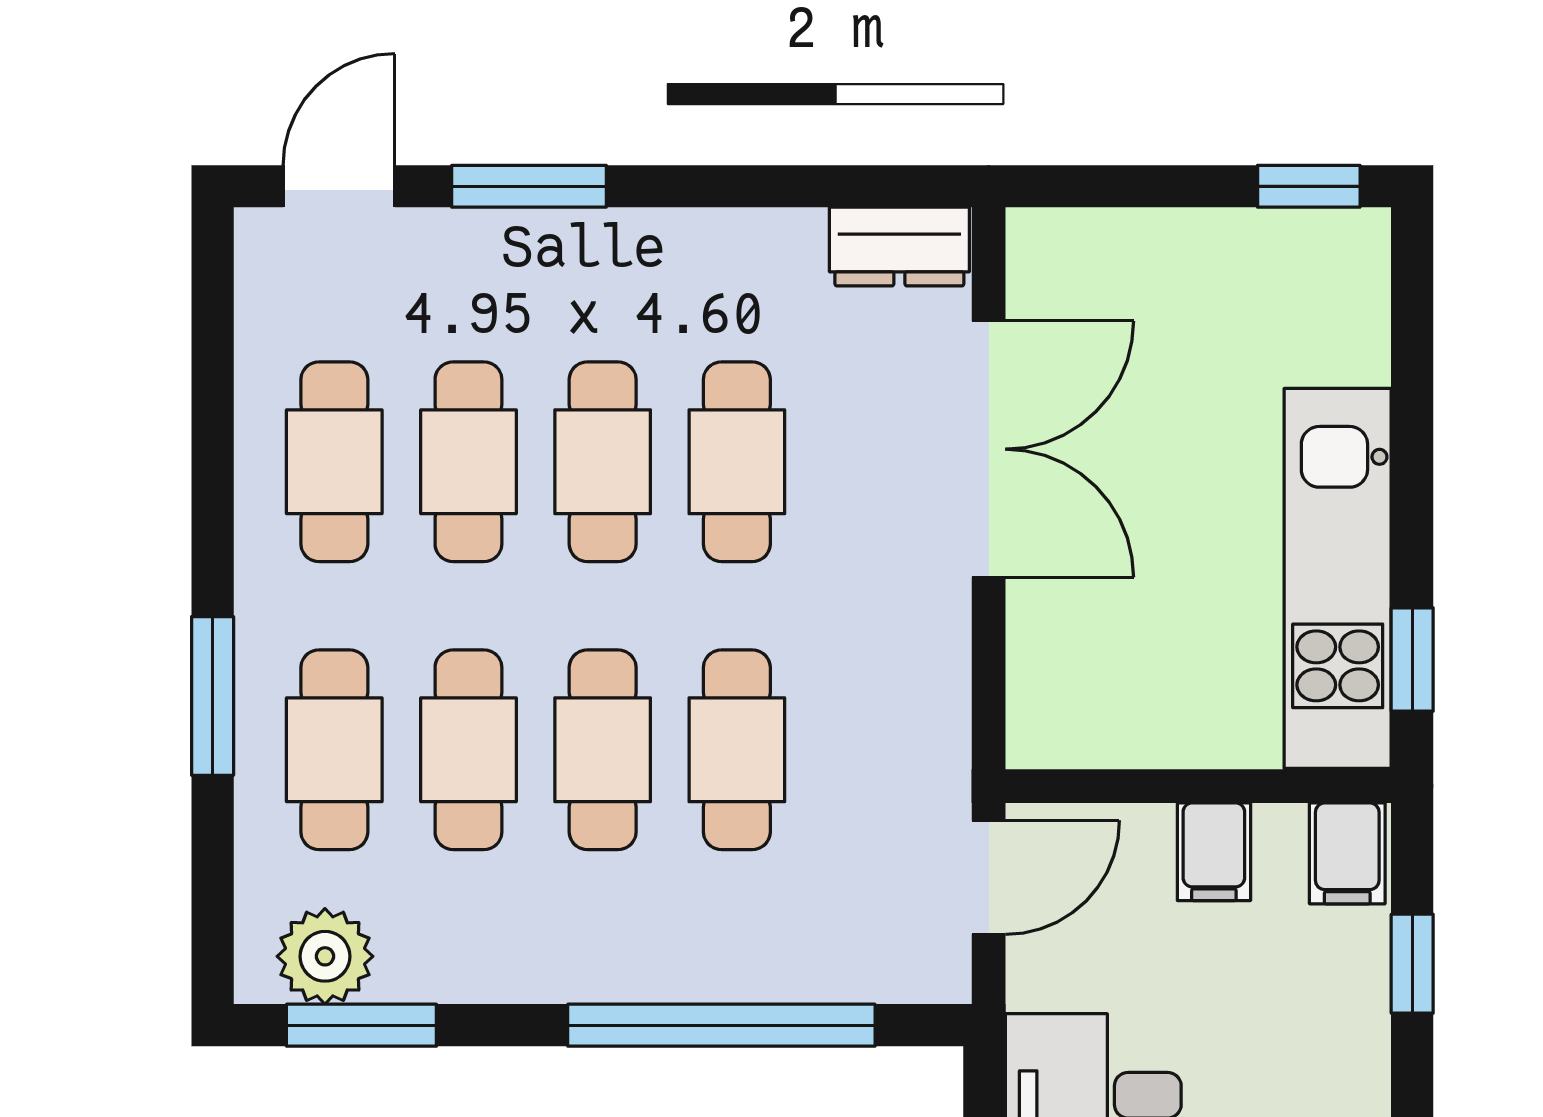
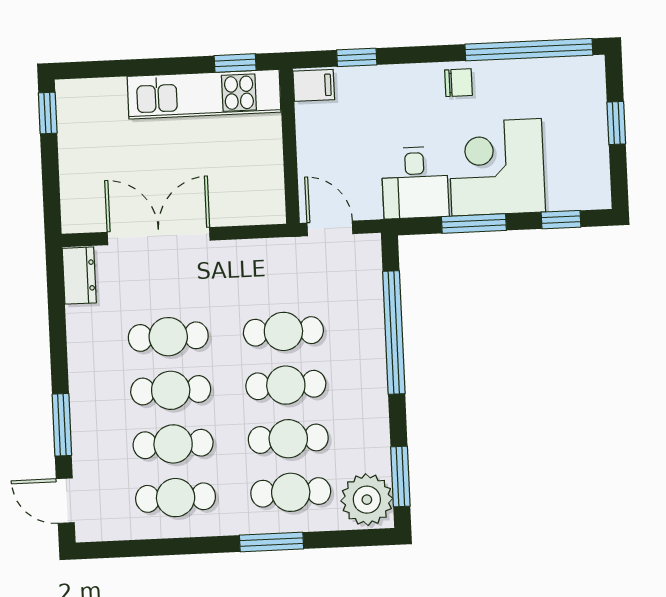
filing cabinet: (1214, 852) -> (316, 139), removed
plant: (325, 956) -> (367, 500), width x1.36, depth x1.36

